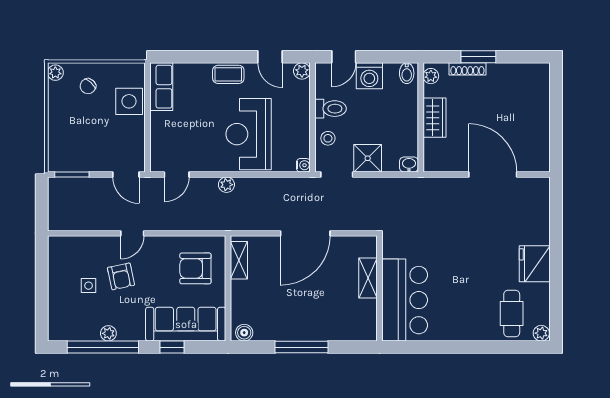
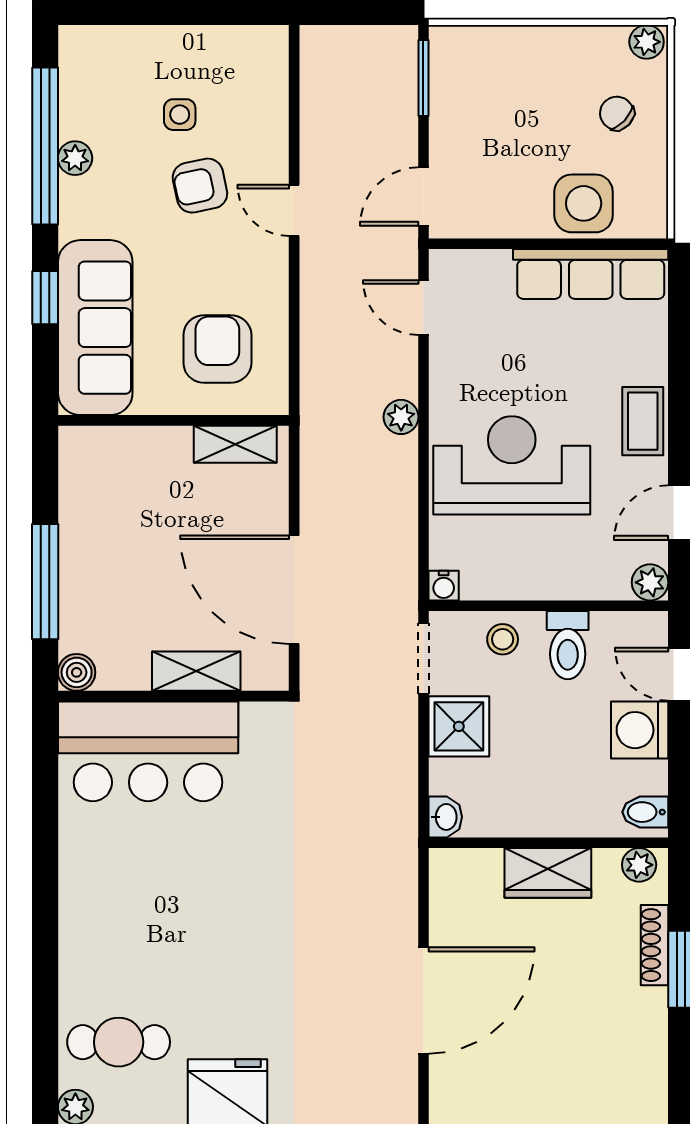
row of seats: (161, 87) -> (591, 274), width x1.48
shelving: (368, 278) -> (196, 671), moved
wall: (379, 288) -> (173, 696), moved
bar counter: (405, 300) -> (148, 751), moved
boiler: (244, 333) -> (77, 672), moved

